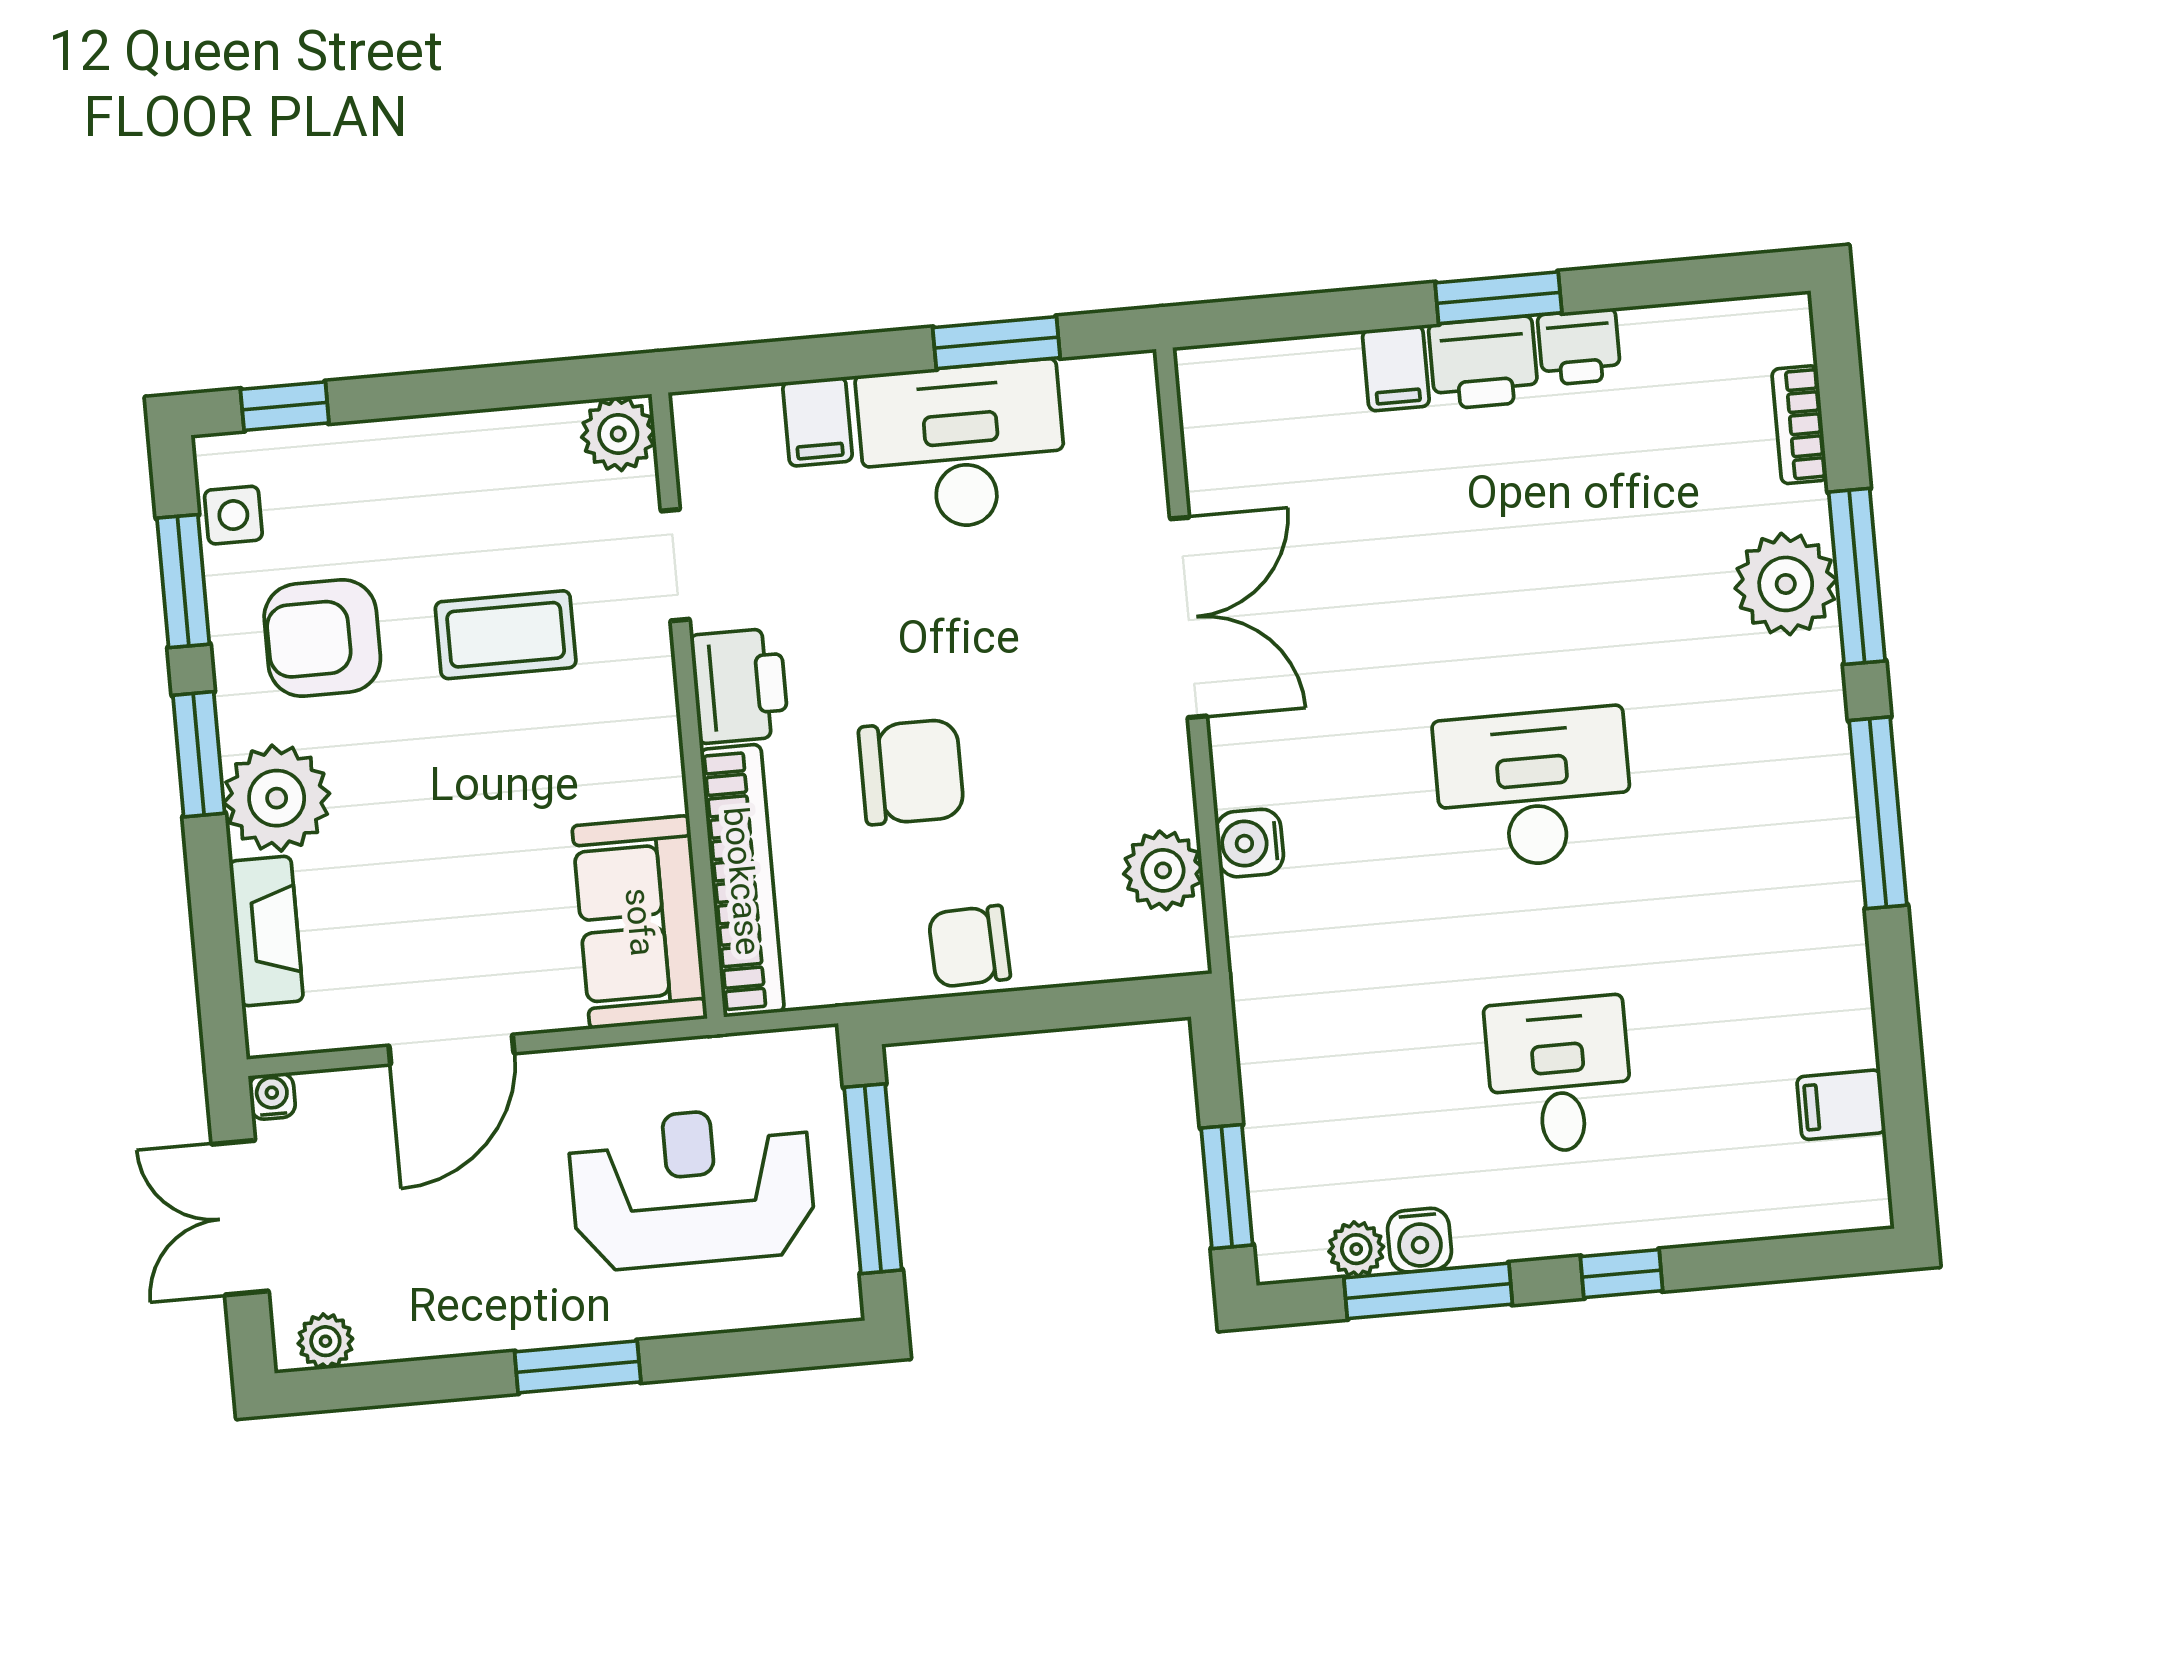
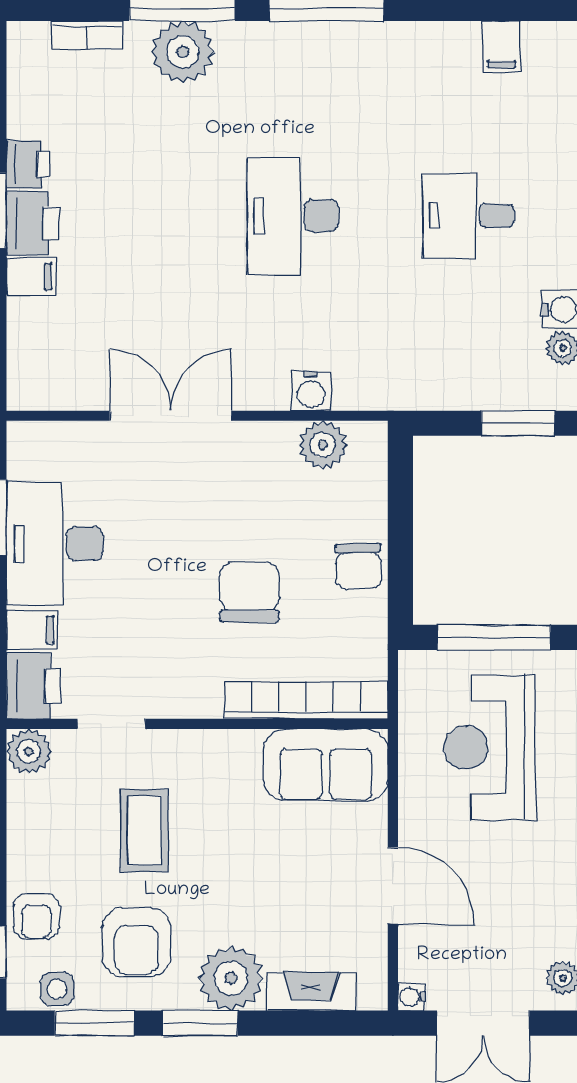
armchair: (350, 471) -> (36, 916), added
printer: (739, 686) -> (34, 686), moved, turned 90

